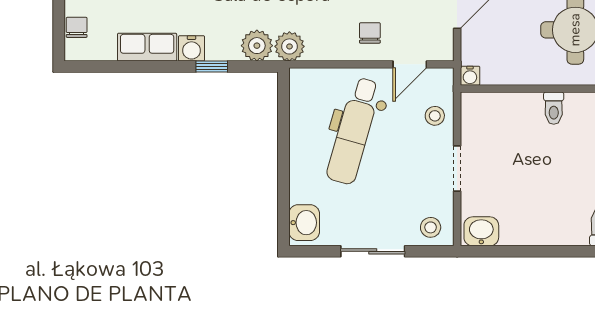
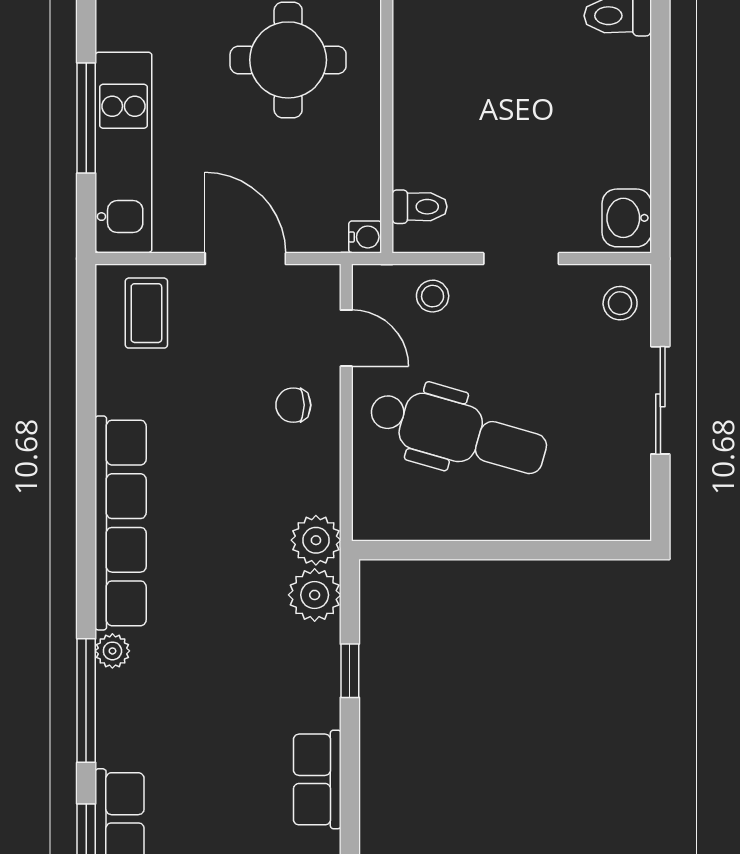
water cooler: (191, 48) -> (319, 705), removed
toilet: (554, 108) -> (420, 207), moved
washbasin: (304, 223) -> (612, 516), removed

